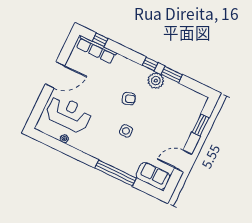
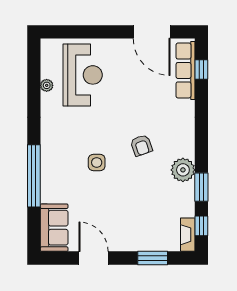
window: (150, 64) -> (201, 226), moved
door: (55, 75) -> (152, 32), moved
fireplace: (197, 97) -> (188, 235), added

